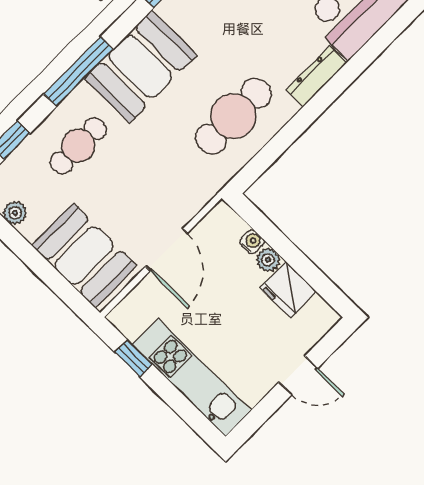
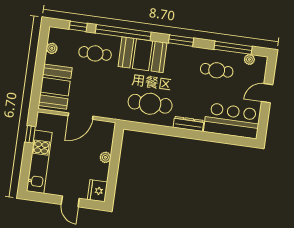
window: (79, 72) -> (123, 33), width x1.46
water cooler: (252, 242) -> (108, 146), removed
fridge: (288, 290) -> (97, 191), moved

